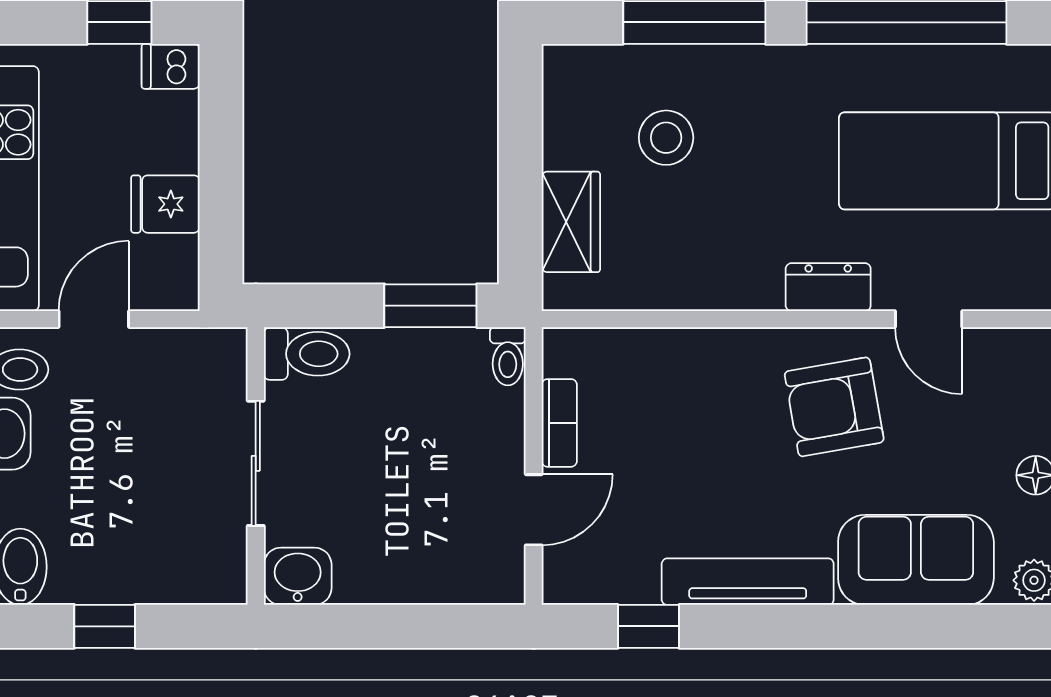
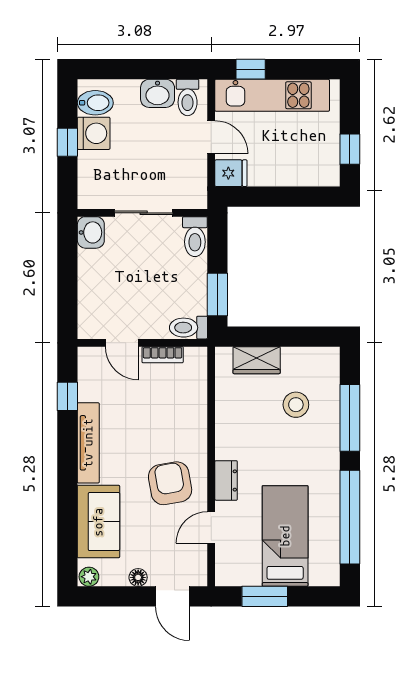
dishwasher: (171, 66) -> (329, 173), removed
fridge: (165, 204) -> (231, 173), moved, turned 90
toilet: (508, 356) -> (188, 328), width x1.37, depth x1.39
washing machine: (86, 570) -> (94, 133), added

